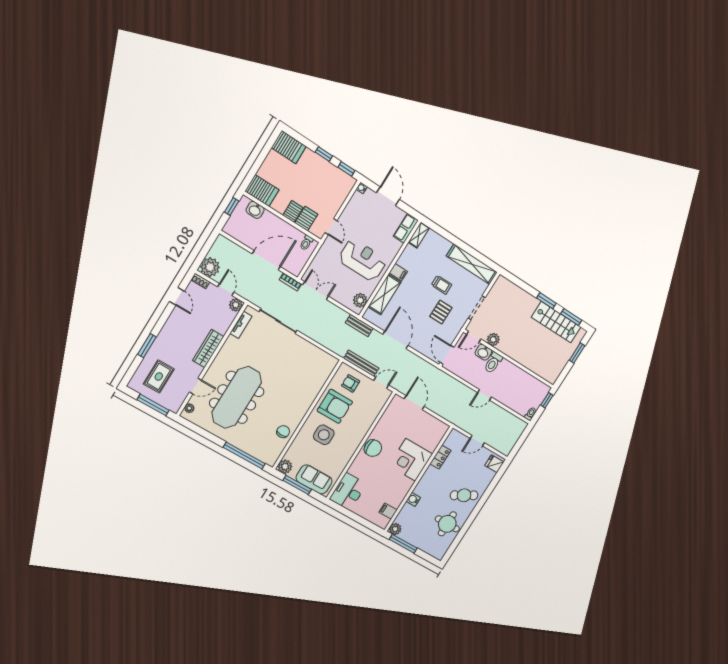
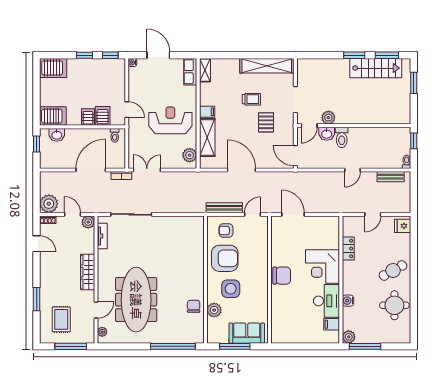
bench: (359, 325) -> (391, 177), moved
plant: (285, 467) -> (214, 310), moved
desk: (348, 491) -> (326, 301), moved, turned 180

